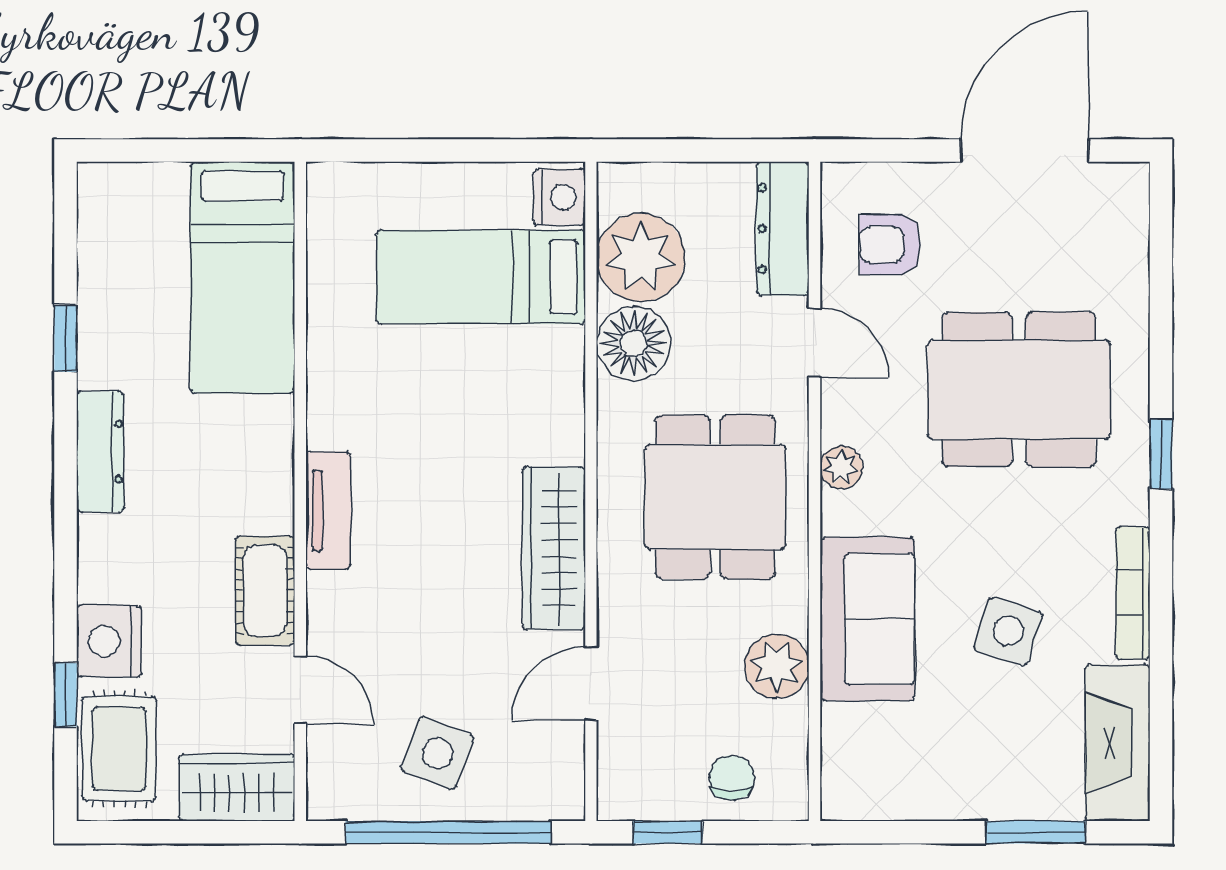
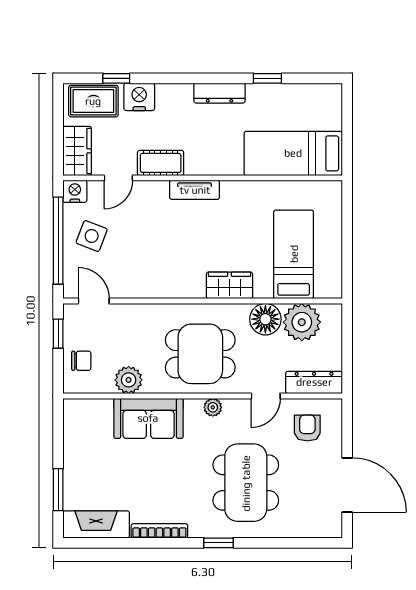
nightstand: (559, 197) -> (75, 191), moved, turned 180
wardrobe: (554, 548) -> (229, 285), moved, width x0.67
side table: (1008, 631) -> (143, 478), removed
door: (591, 684) -> (94, 301), moved

